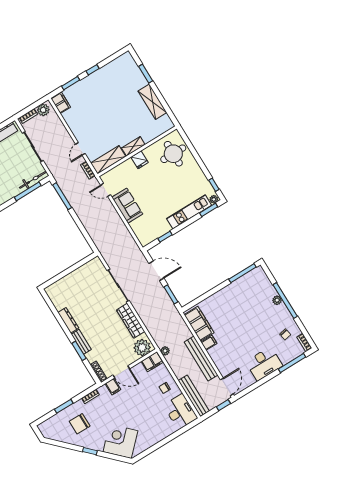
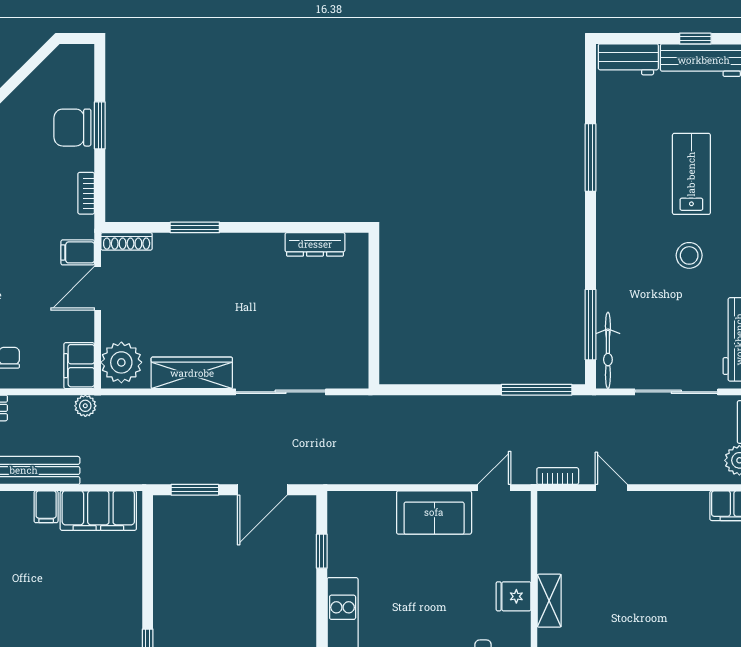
shelving: (108, 160) -> (553, 531), removed
dresser: (68, 320) -> (315, 244), moved
bench: (81, 342) -> (211, 244), removed
chair: (80, 424) -> (72, 128), moved, turned -90

